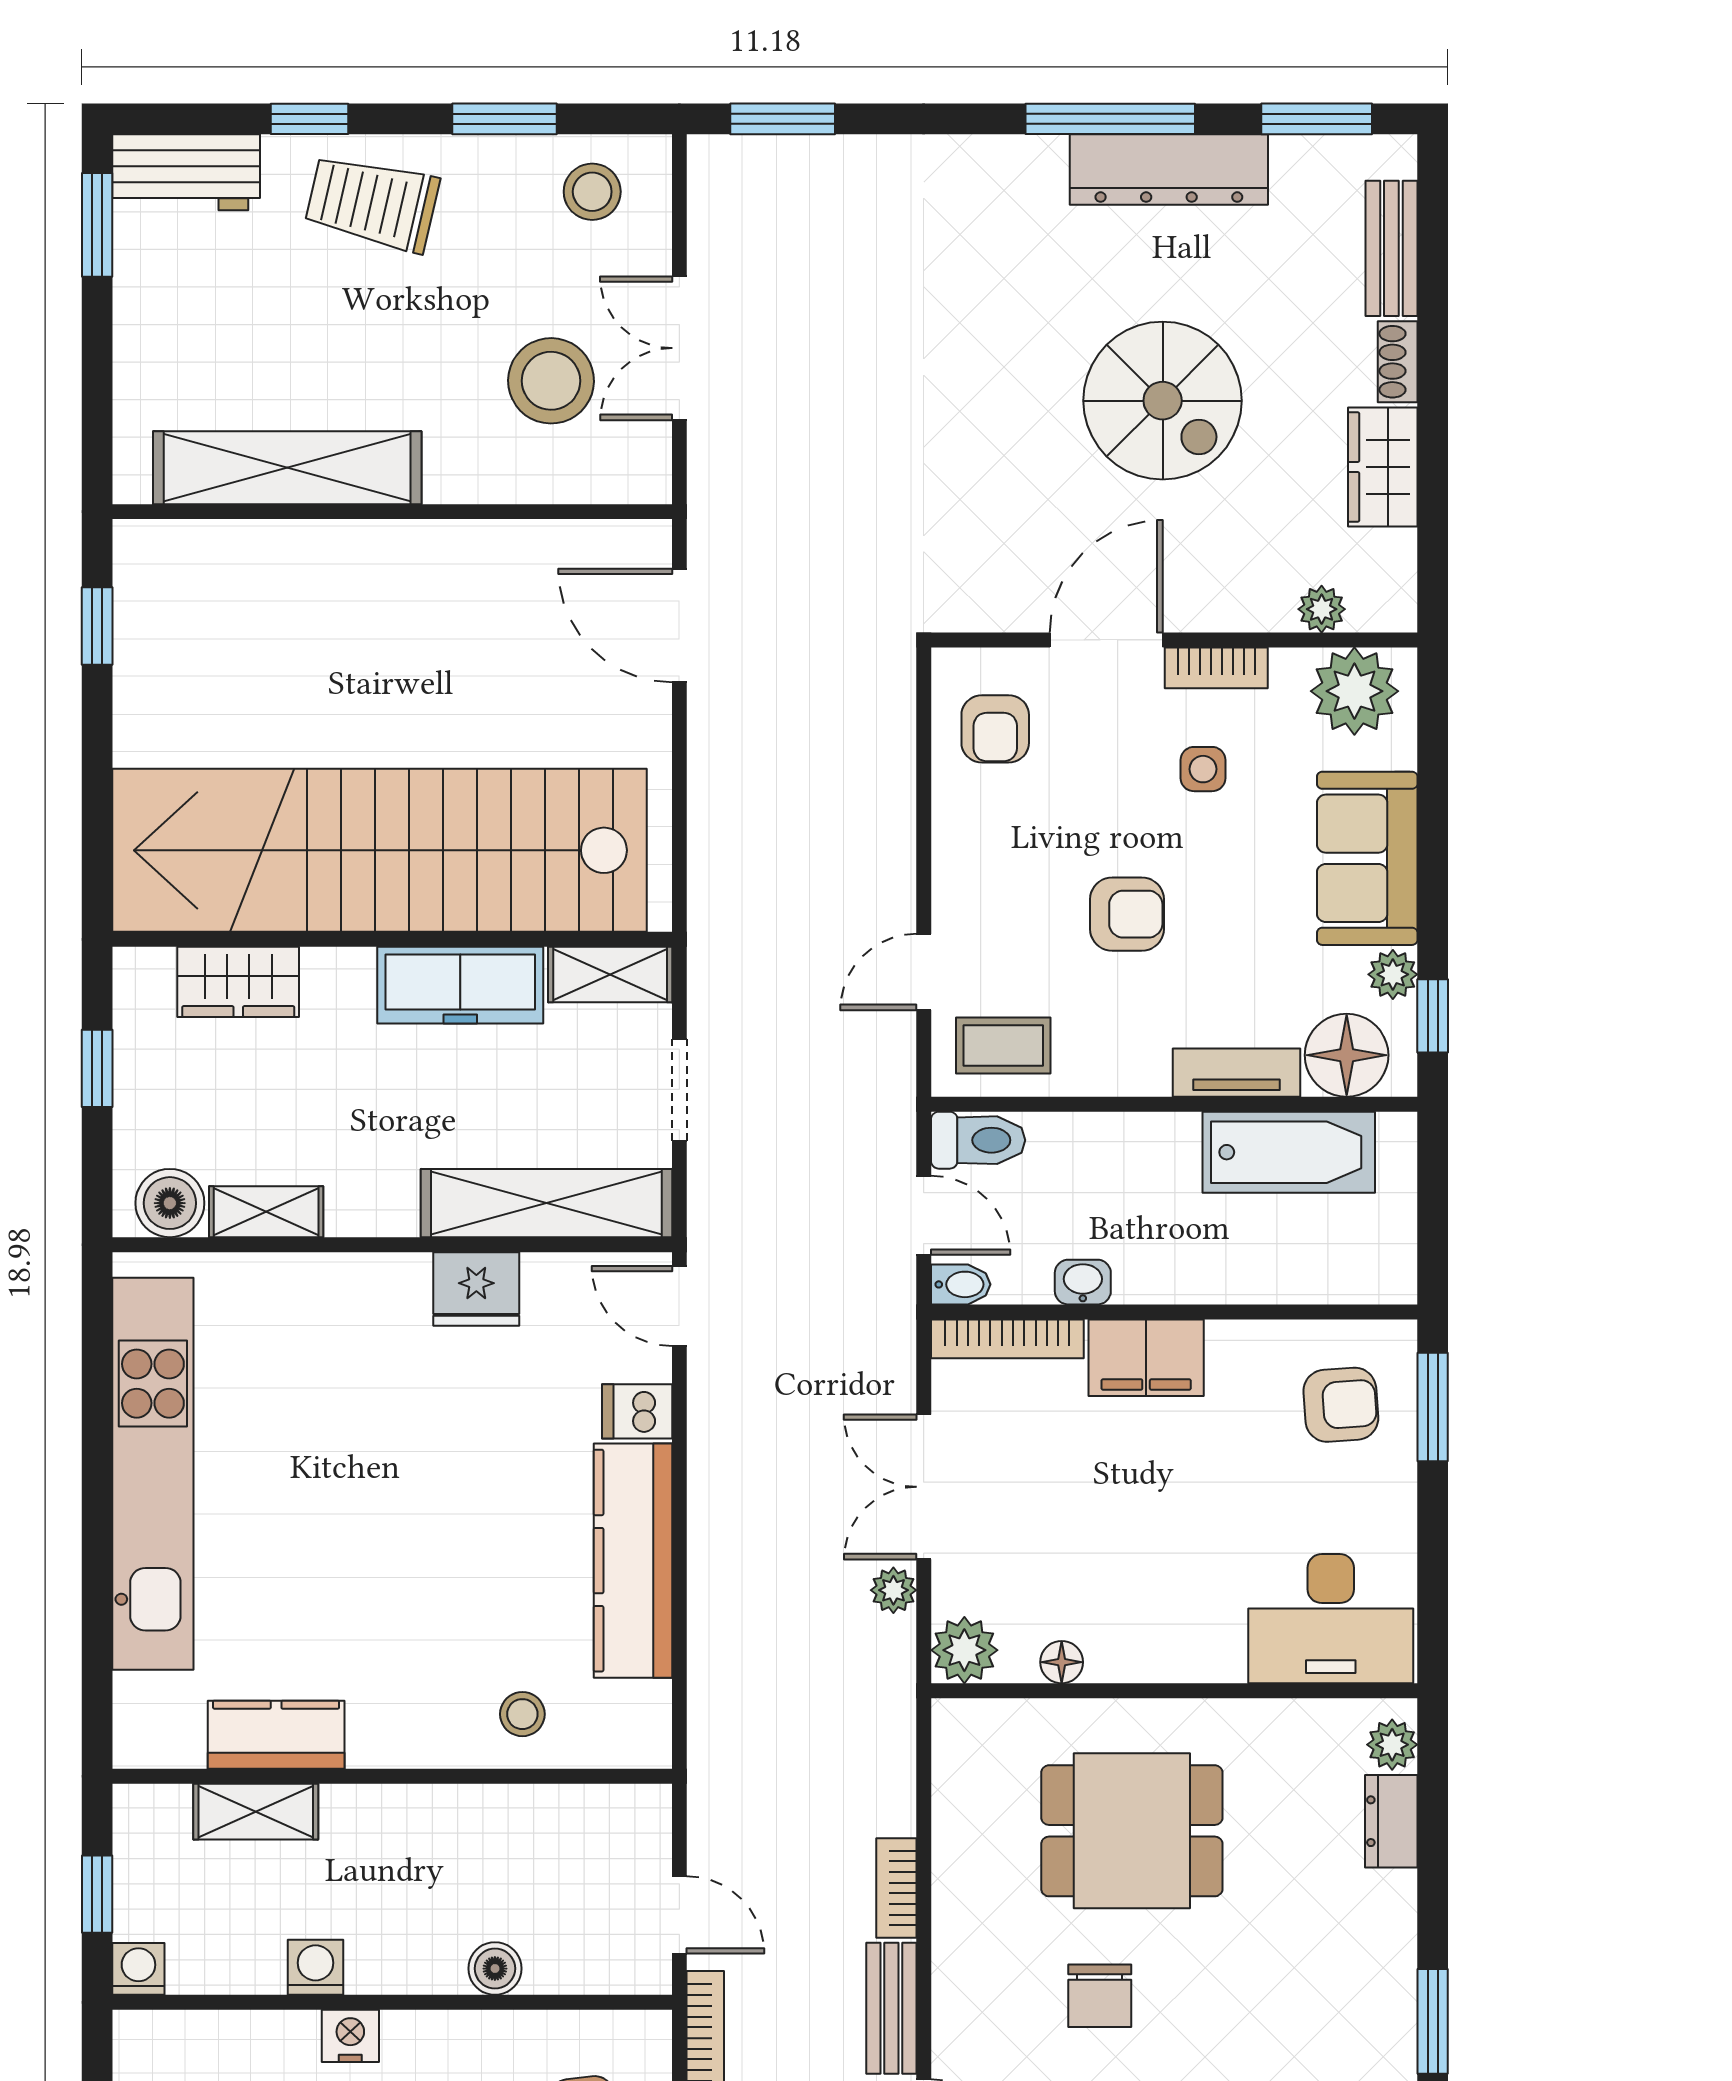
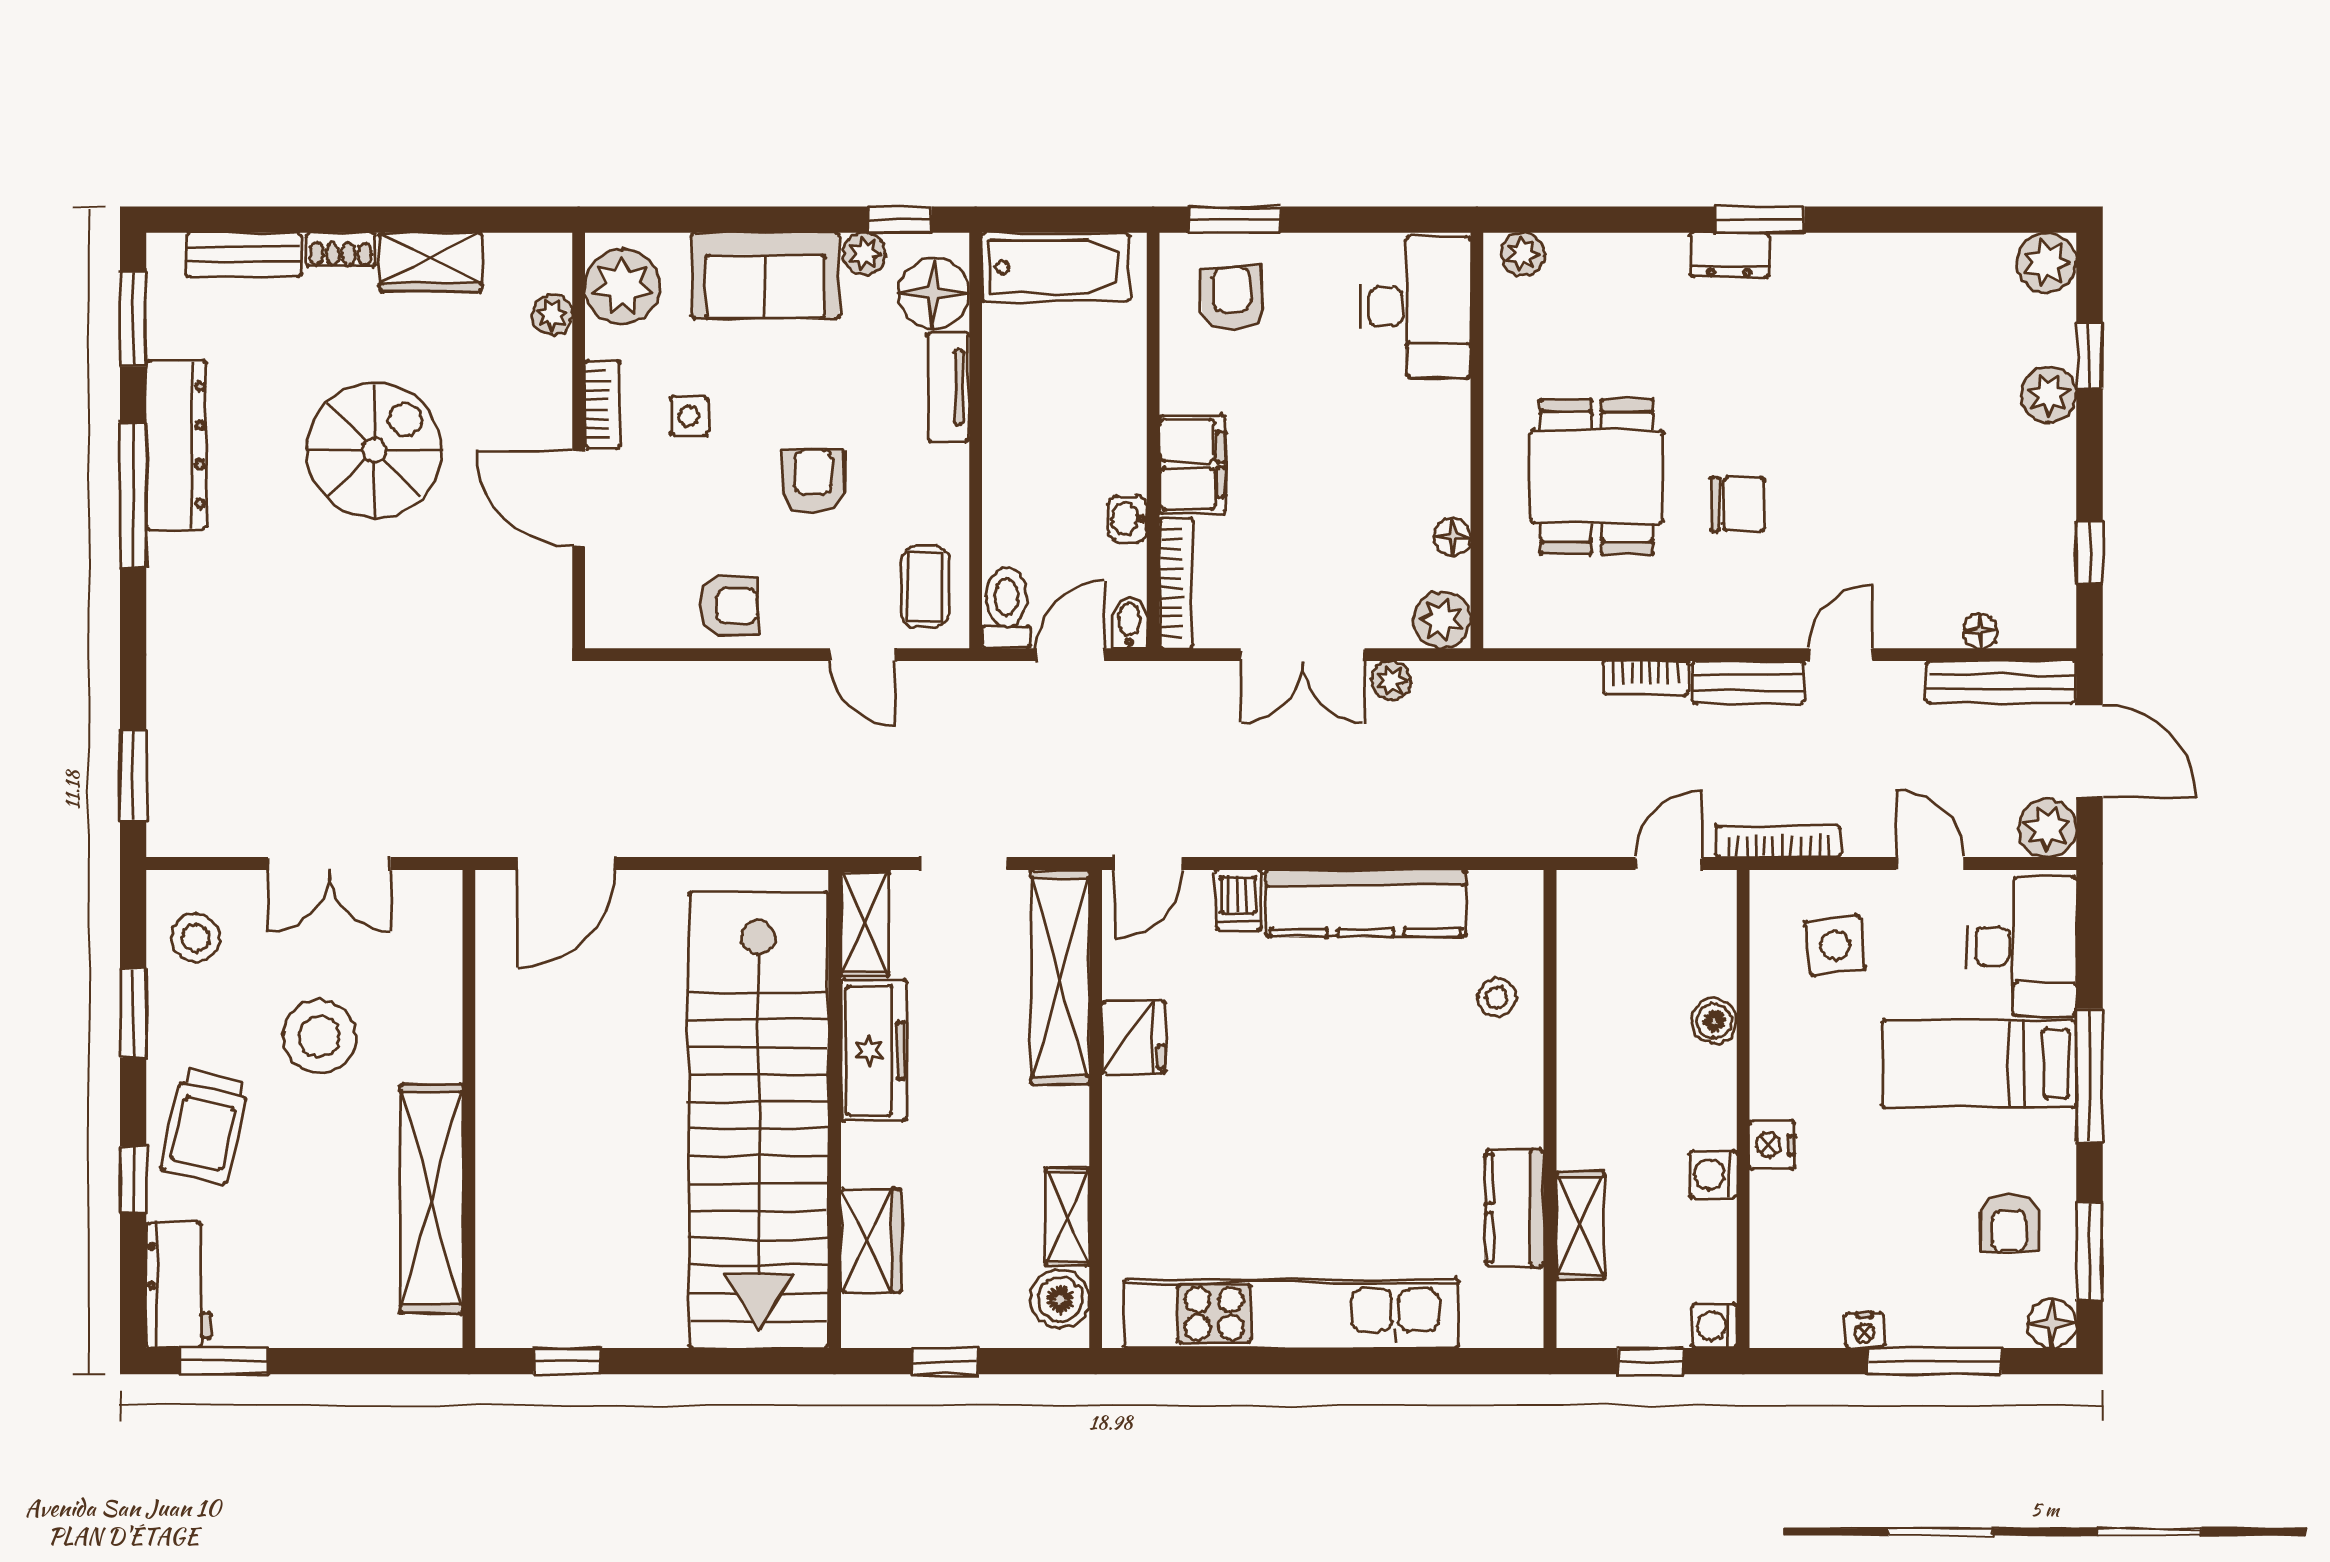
stool: (551, 381) -> (320, 1037), moved
armchair: (995, 729) -> (729, 606), moved
bathtub: (1289, 1152) -> (1055, 267), moved, turned 90
dresser: (1391, 1821) -> (1729, 255), moved

